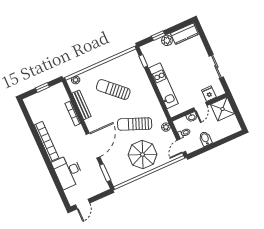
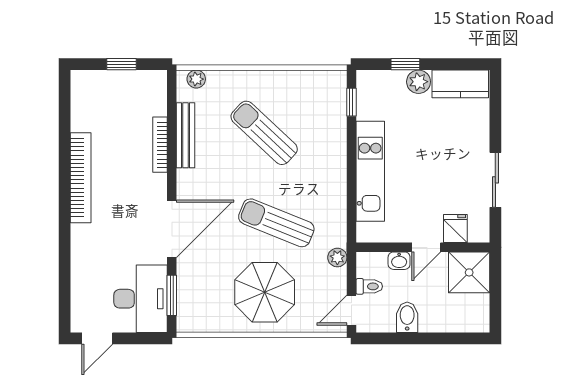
desk: (68, 171) -> (141, 299), moved, turned 180

